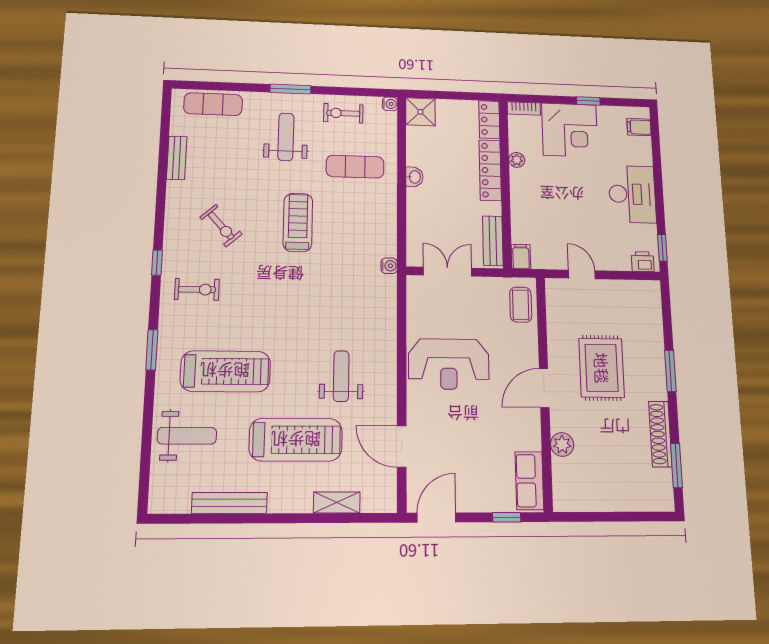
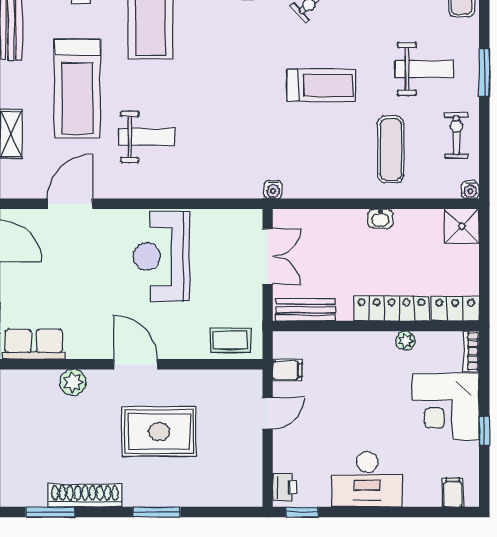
filing cabinet: (521, 257) -> (287, 370), moved

